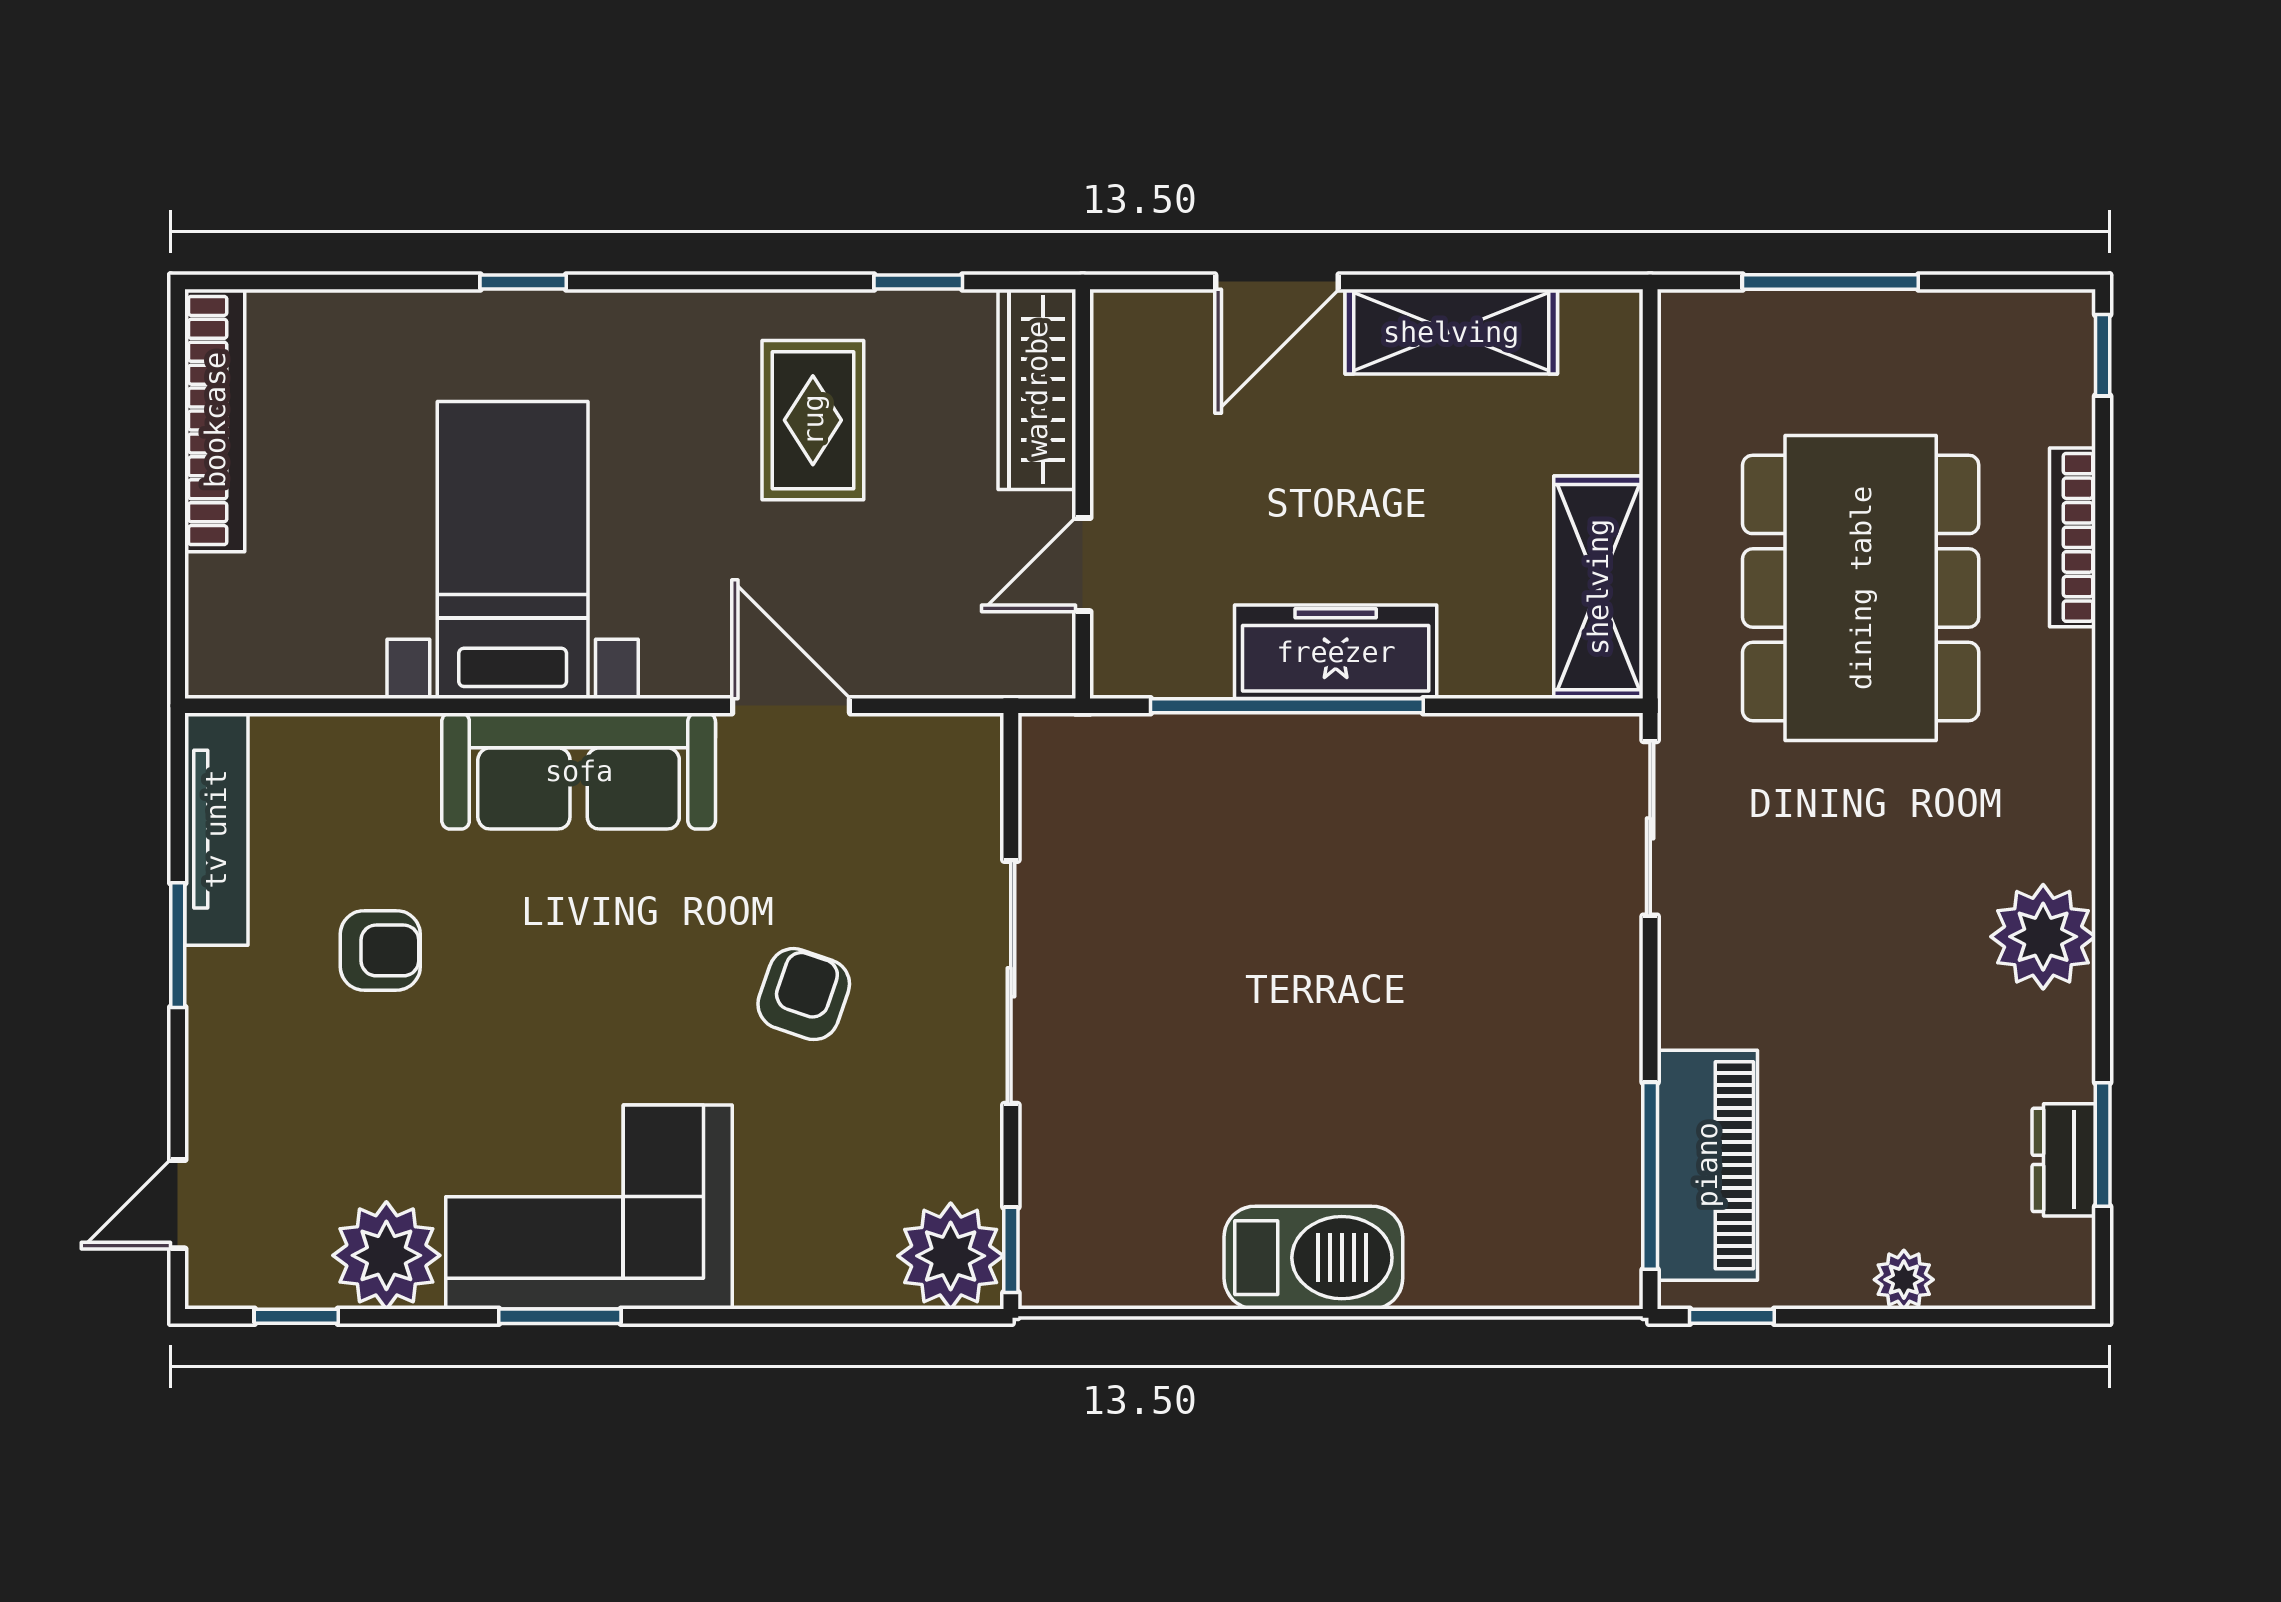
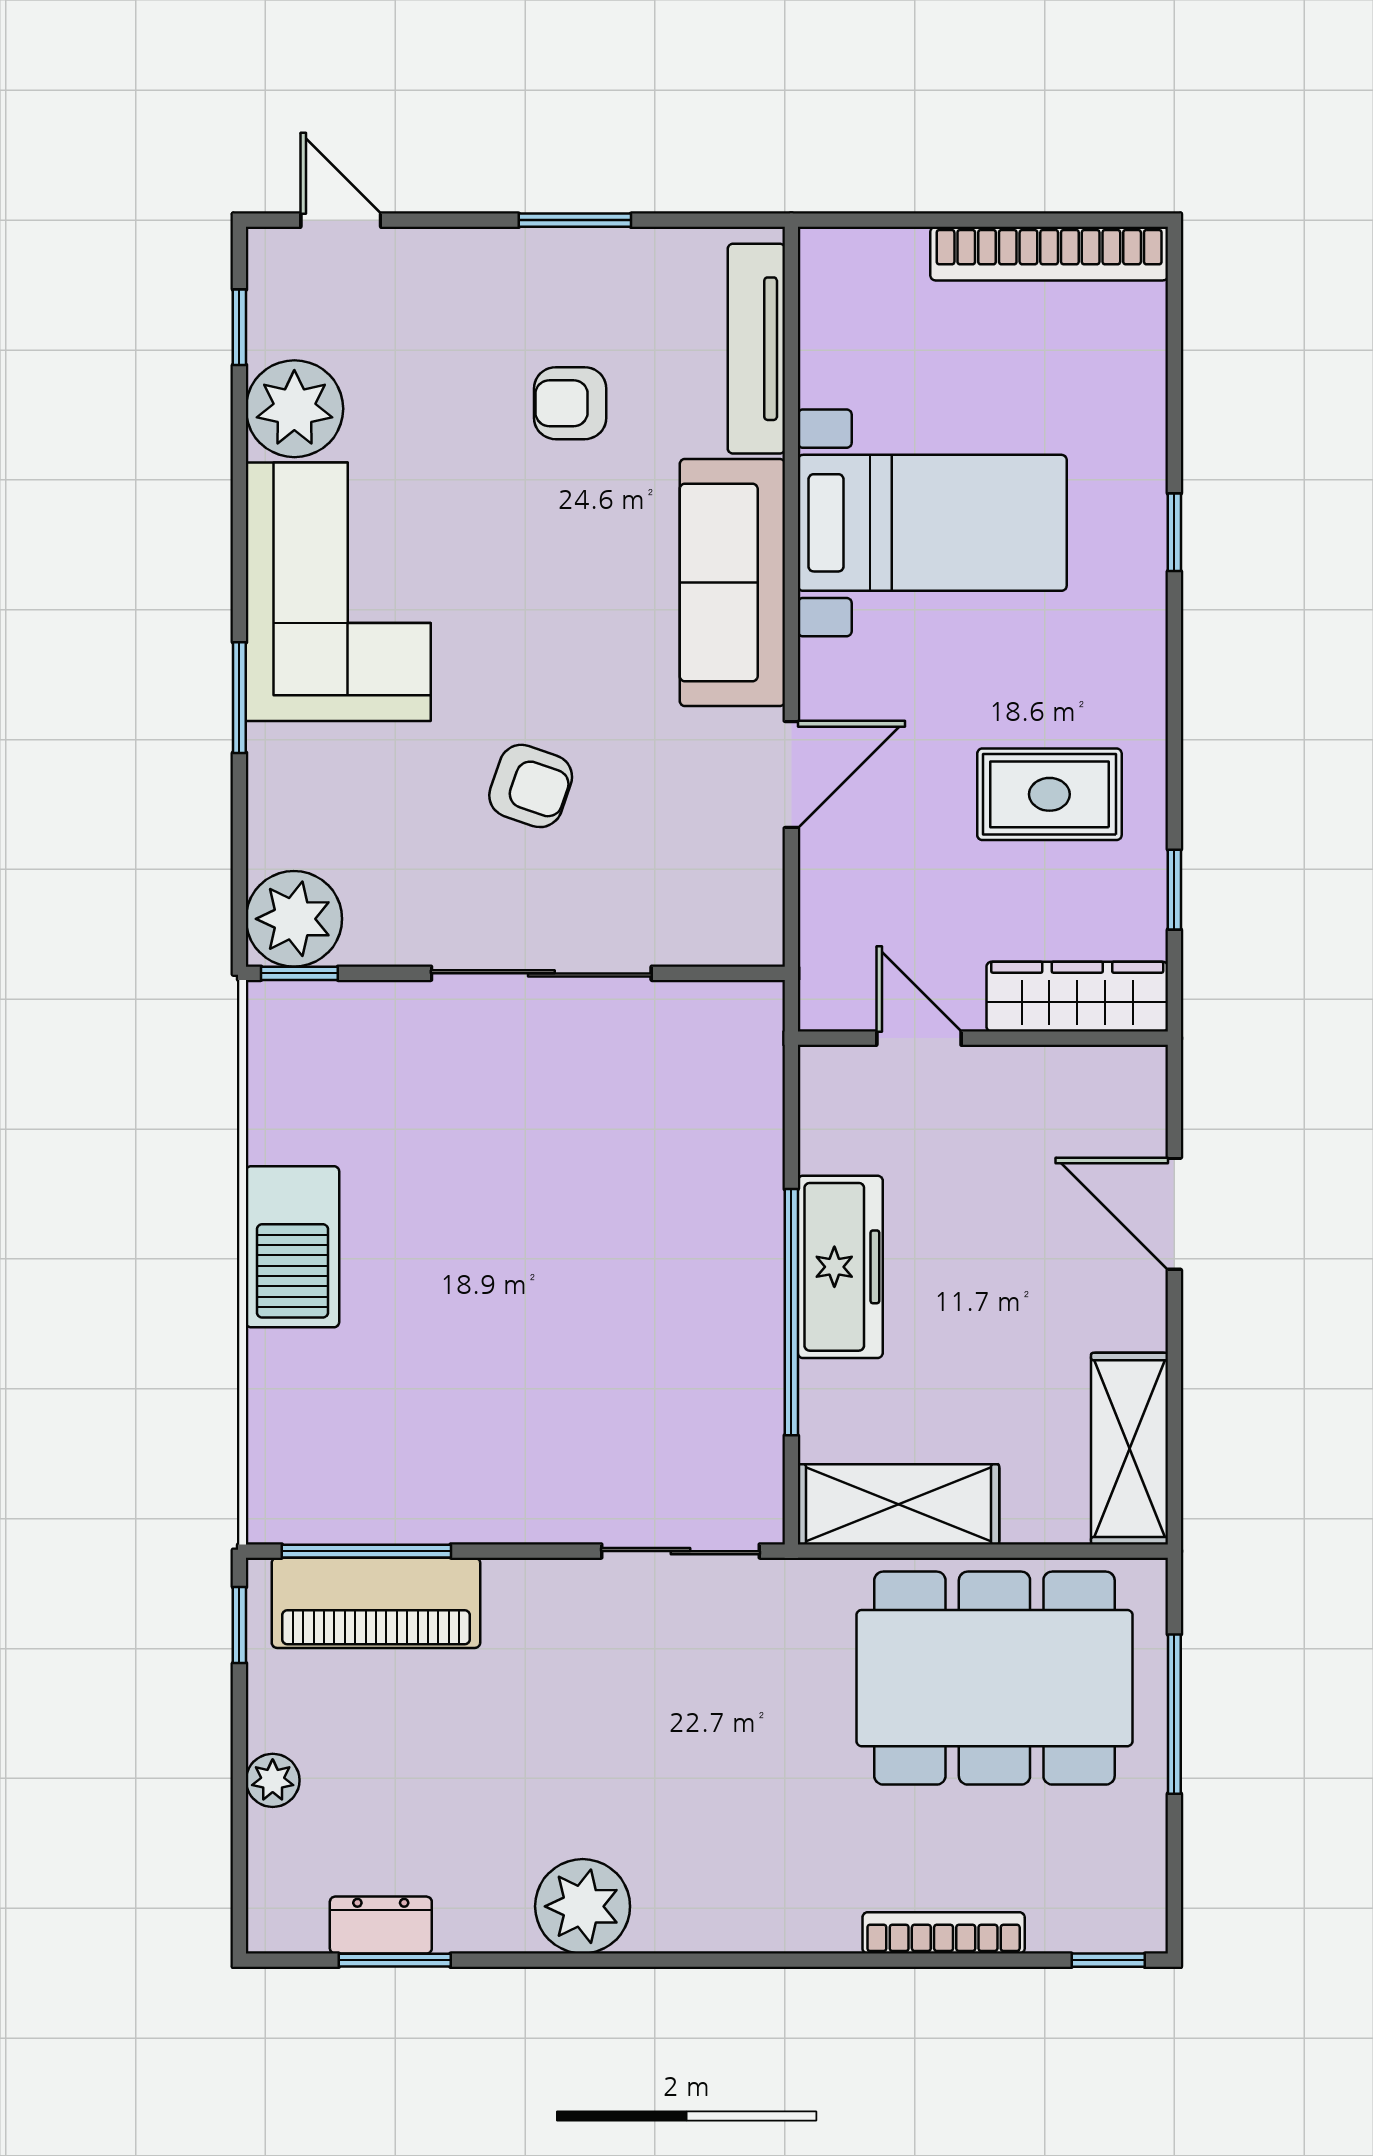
shelving: (1451, 332) -> (1129, 1449), moved
dining table: (1861, 588) -> (994, 1678), moved
window: (1287, 706) -> (791, 1312), moved
tv unit: (216, 829) -> (756, 349), moved, turned 90
armchair: (380, 950) -> (570, 403), turned 90
window: (560, 1316) -> (239, 698), moved

